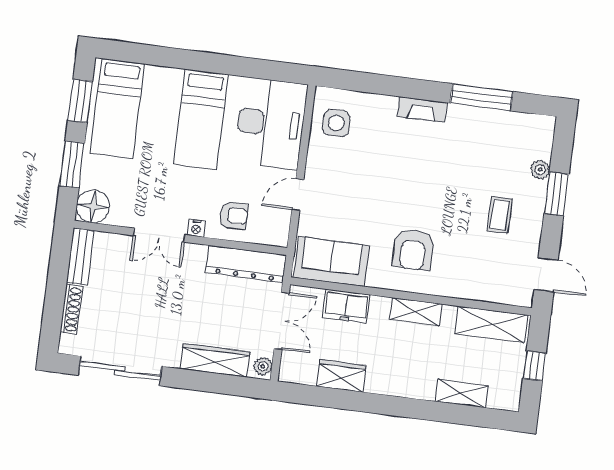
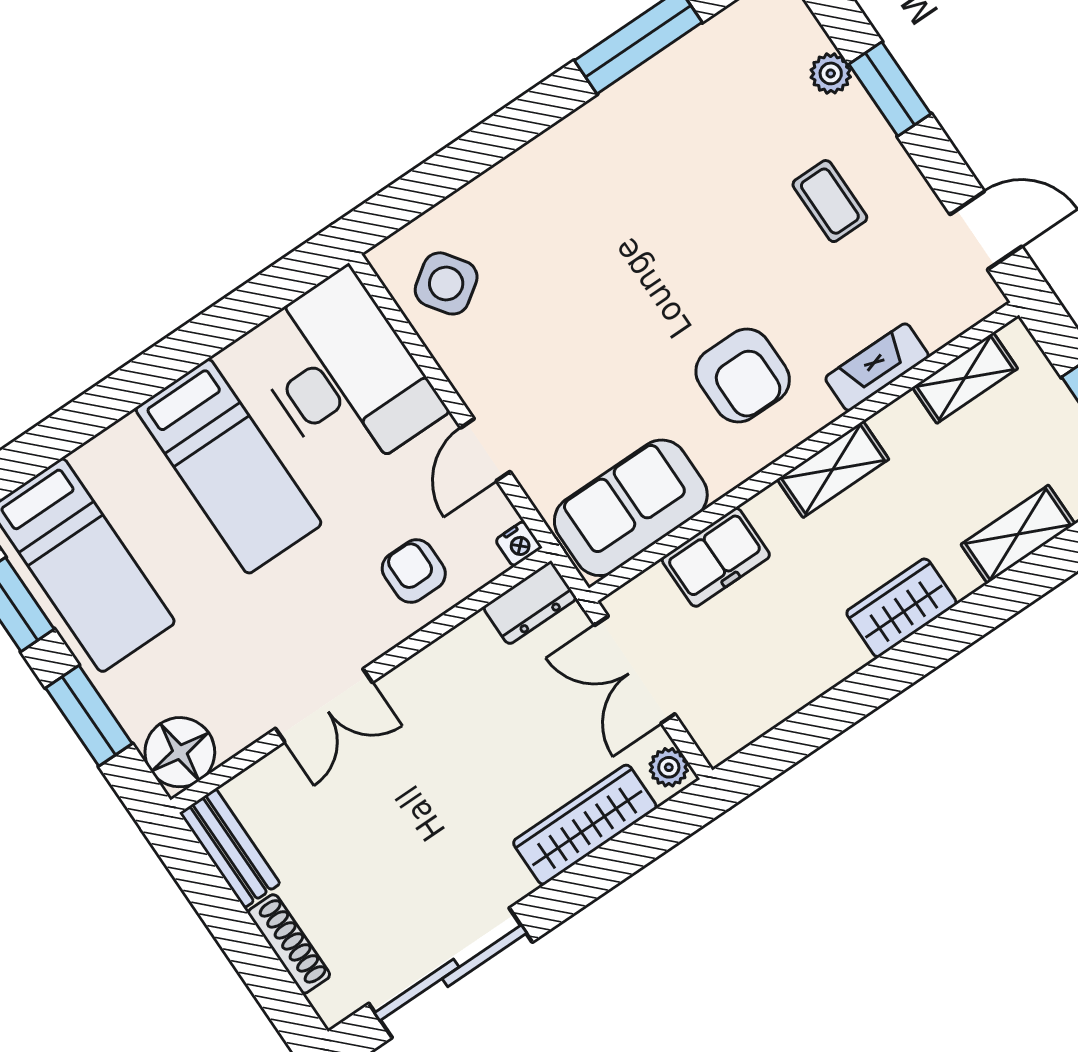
fireplace: (422, 110) -> (877, 367), moved, turned 180
side table: (336, 123) -> (446, 283), turned -35
armchair: (234, 216) -> (414, 571), turned -90
nightstand: (196, 228) -> (519, 544), moved
dresser: (246, 264) -> (530, 603), width x0.51, depth x0.80
double door: (282, 321) -> (635, 670), swing flipped
shelving: (491, 324) -> (965, 378), width x0.67, depth x0.75
wardrobe: (341, 376) -> (901, 608), moved

